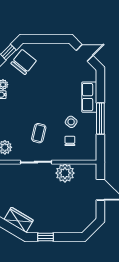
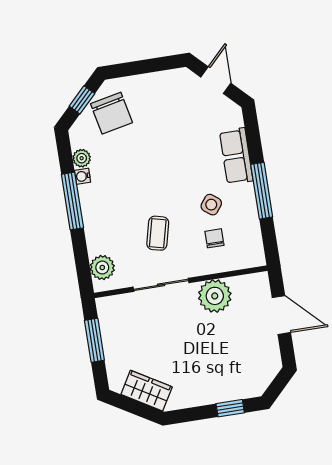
door: (85, 53) -> (216, 80), hinge flipped
chair: (24, 62) -> (111, 113), turned 129
window: (45, 237) -> (230, 408), moved

